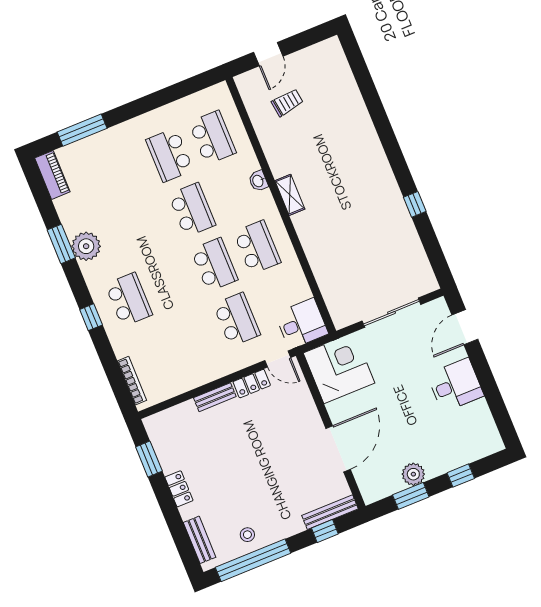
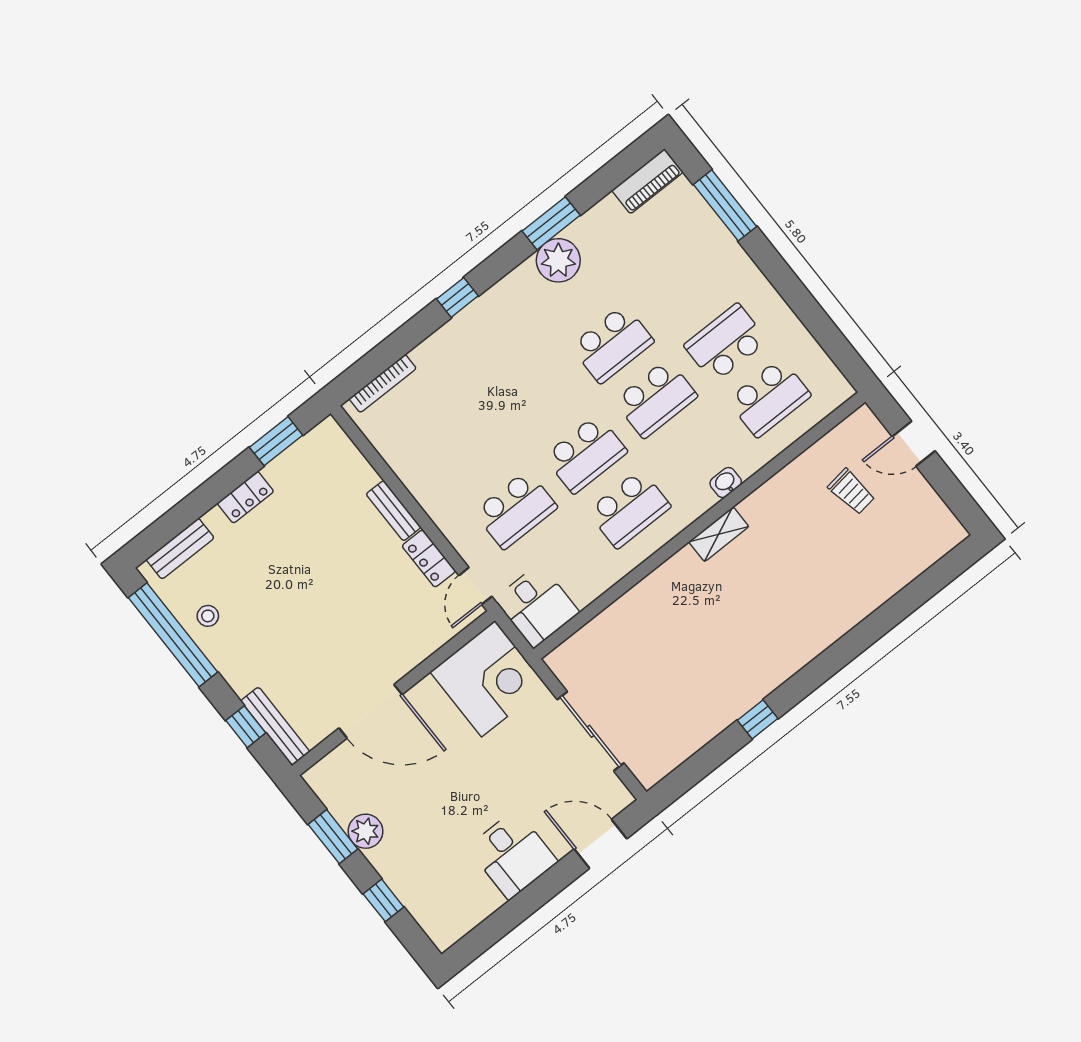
school desk: (129, 300) -> (612, 344), moved

